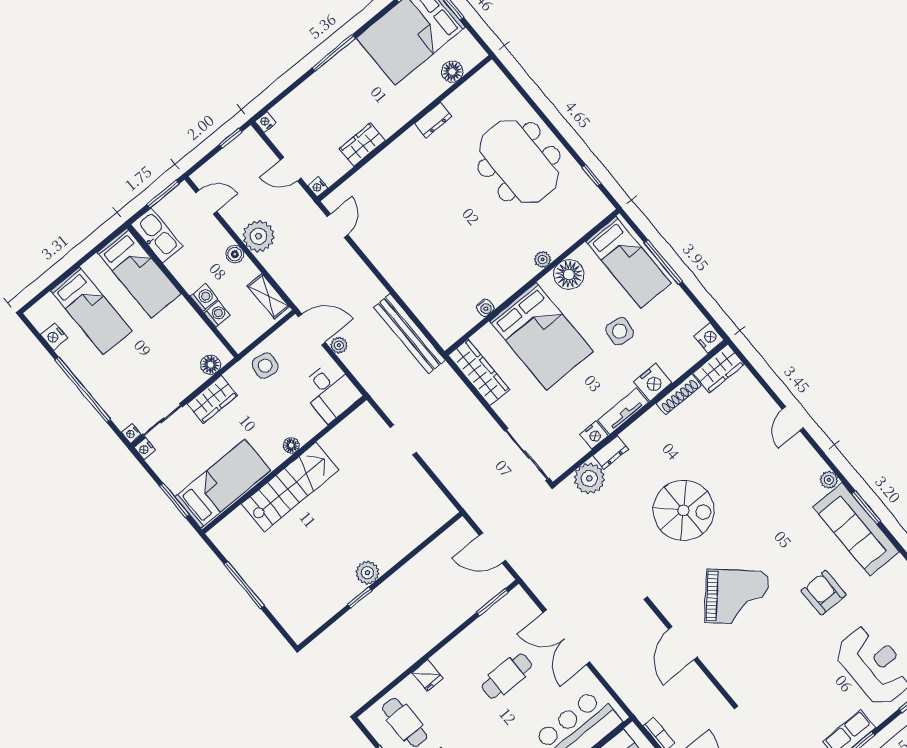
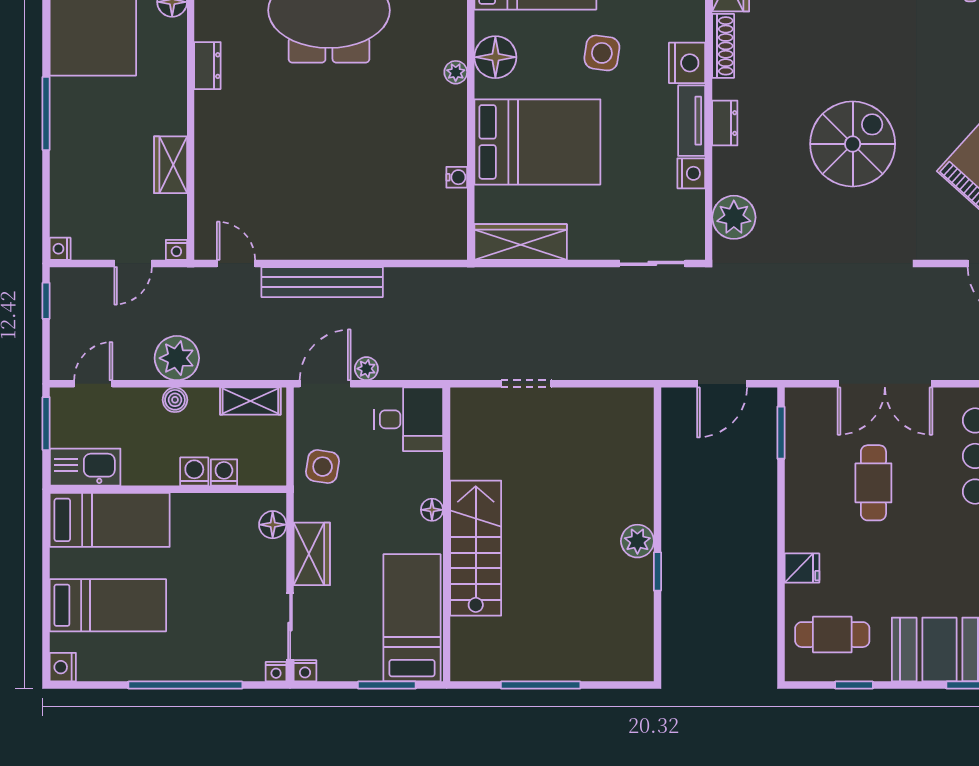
bench: (409, 334) -> (322, 282), moved
nightstand: (54, 336) -> (63, 667), moved, turned 90
dresser: (611, 452) -> (725, 123), moved
sliding door: (527, 455) -> (652, 263), width x0.73

